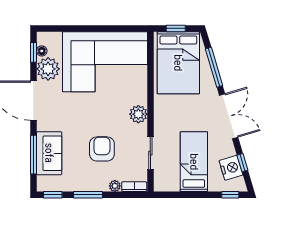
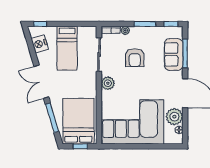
window: (33, 52) -> (185, 129), removed
sliding door: (150, 153) -> (99, 55), width x1.37
window: (242, 163) -> (31, 48), removed

